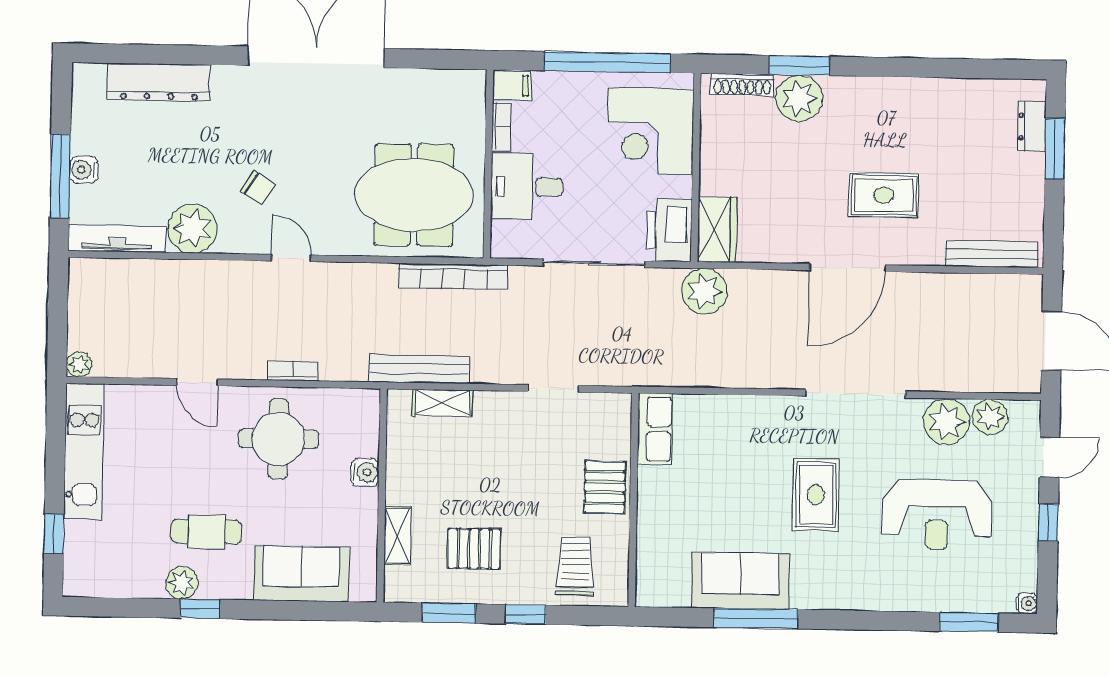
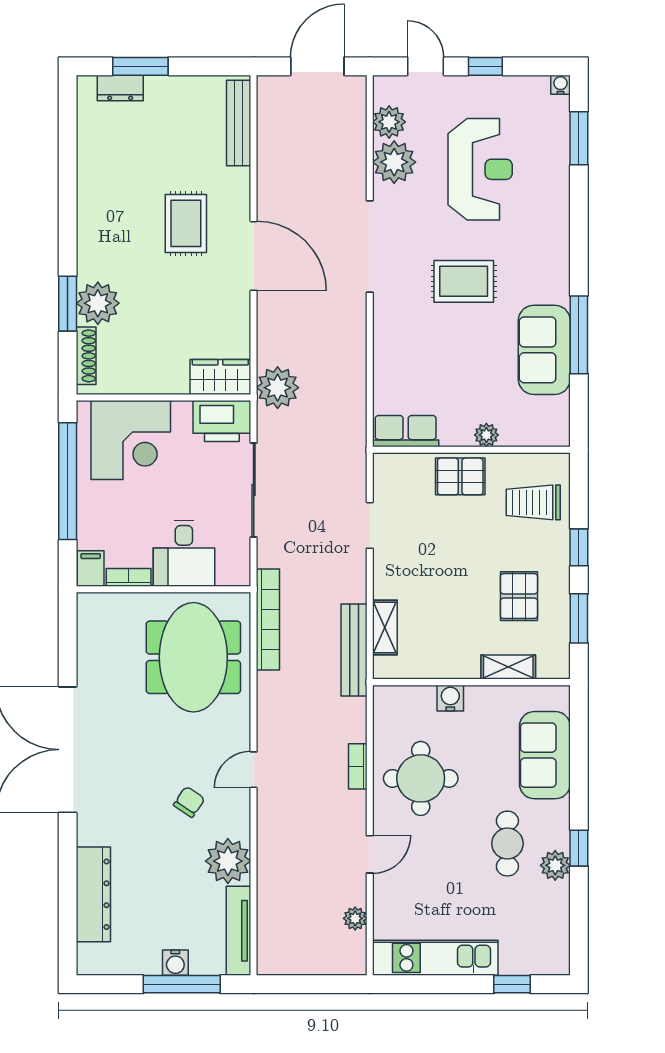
plant: (79, 364) -> (355, 918), moved
plant: (649, 516) -> (486, 435), added

